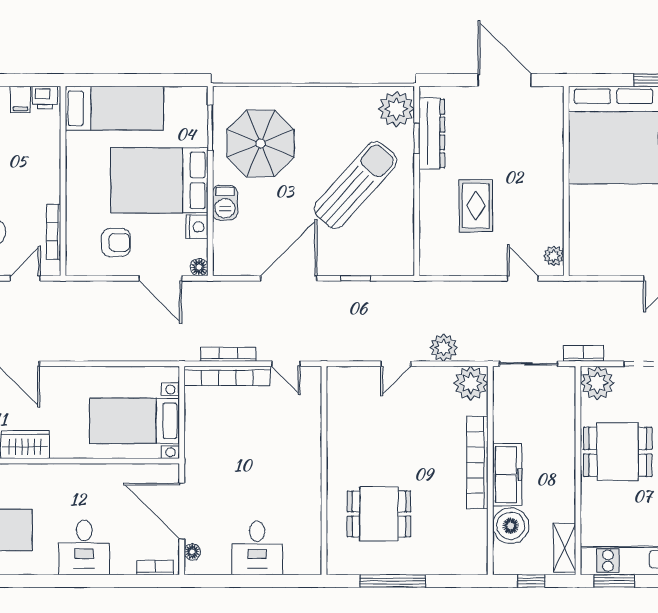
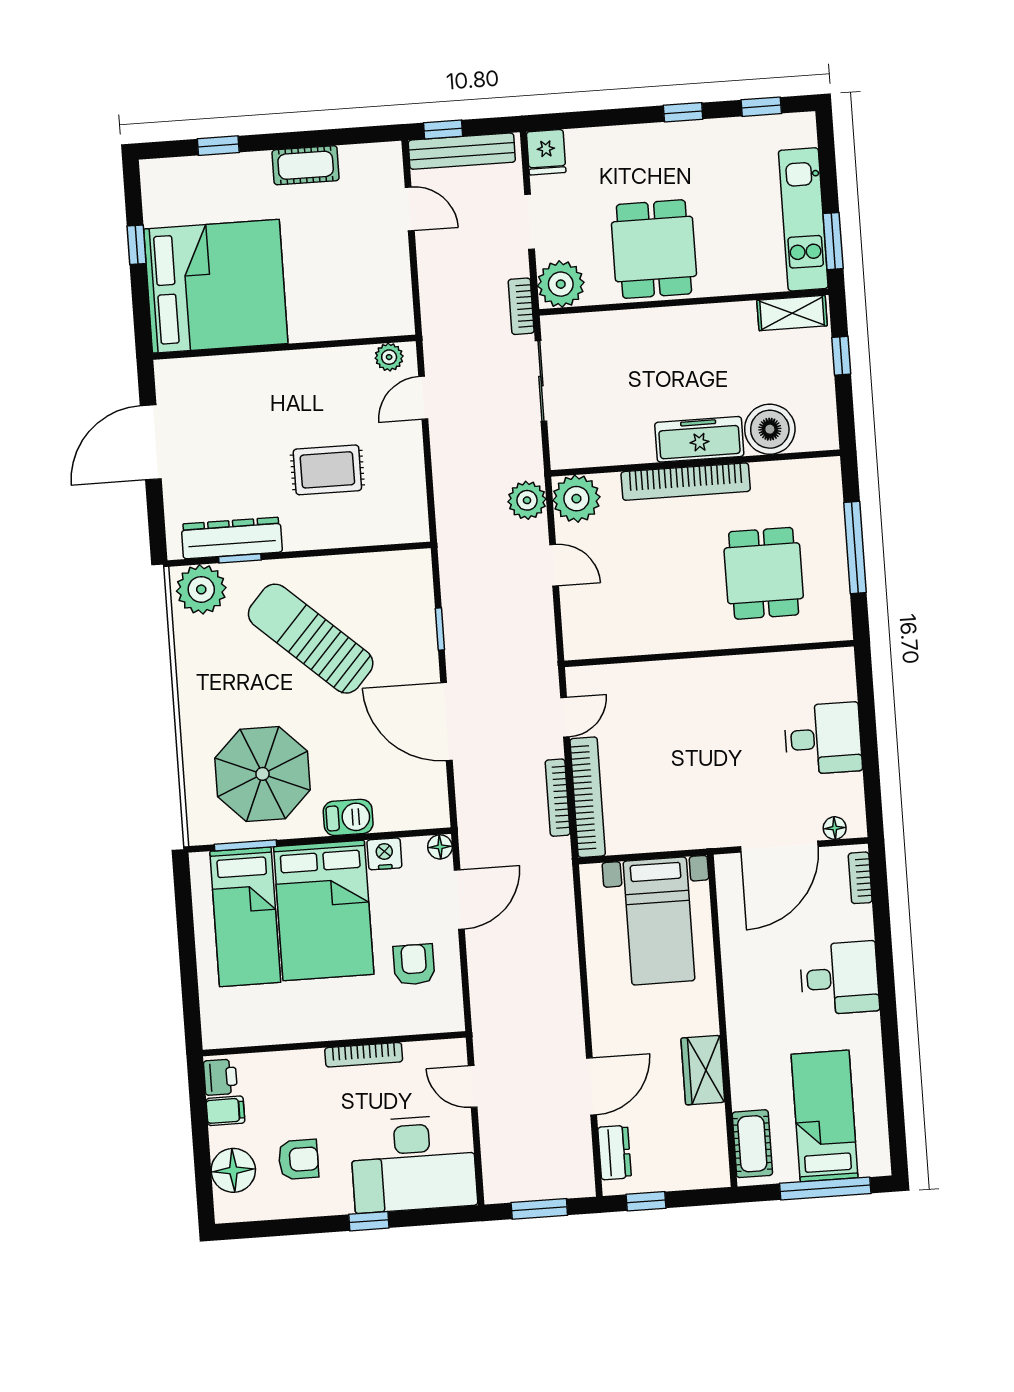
bed: (114, 108) -> (245, 917), moved, turned 180
bookcase: (54, 232) -> (364, 1055), moved
plant: (471, 383) -> (576, 499), moved
bookcase: (477, 463) -> (686, 482), moved
wall: (490, 471) -> (695, 463), moved
freezer: (507, 475) -> (699, 439), moved
boiler: (511, 526) -> (770, 429), moved

